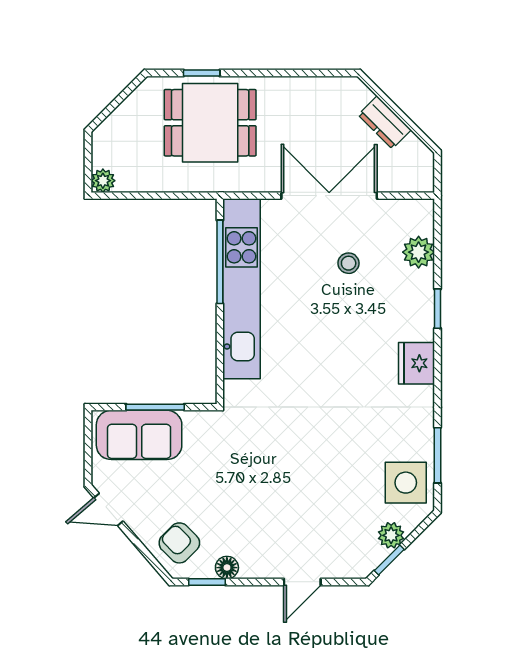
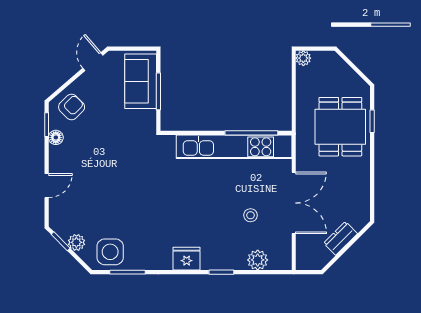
door: (302, 582) -> (47, 186), swing flipped

